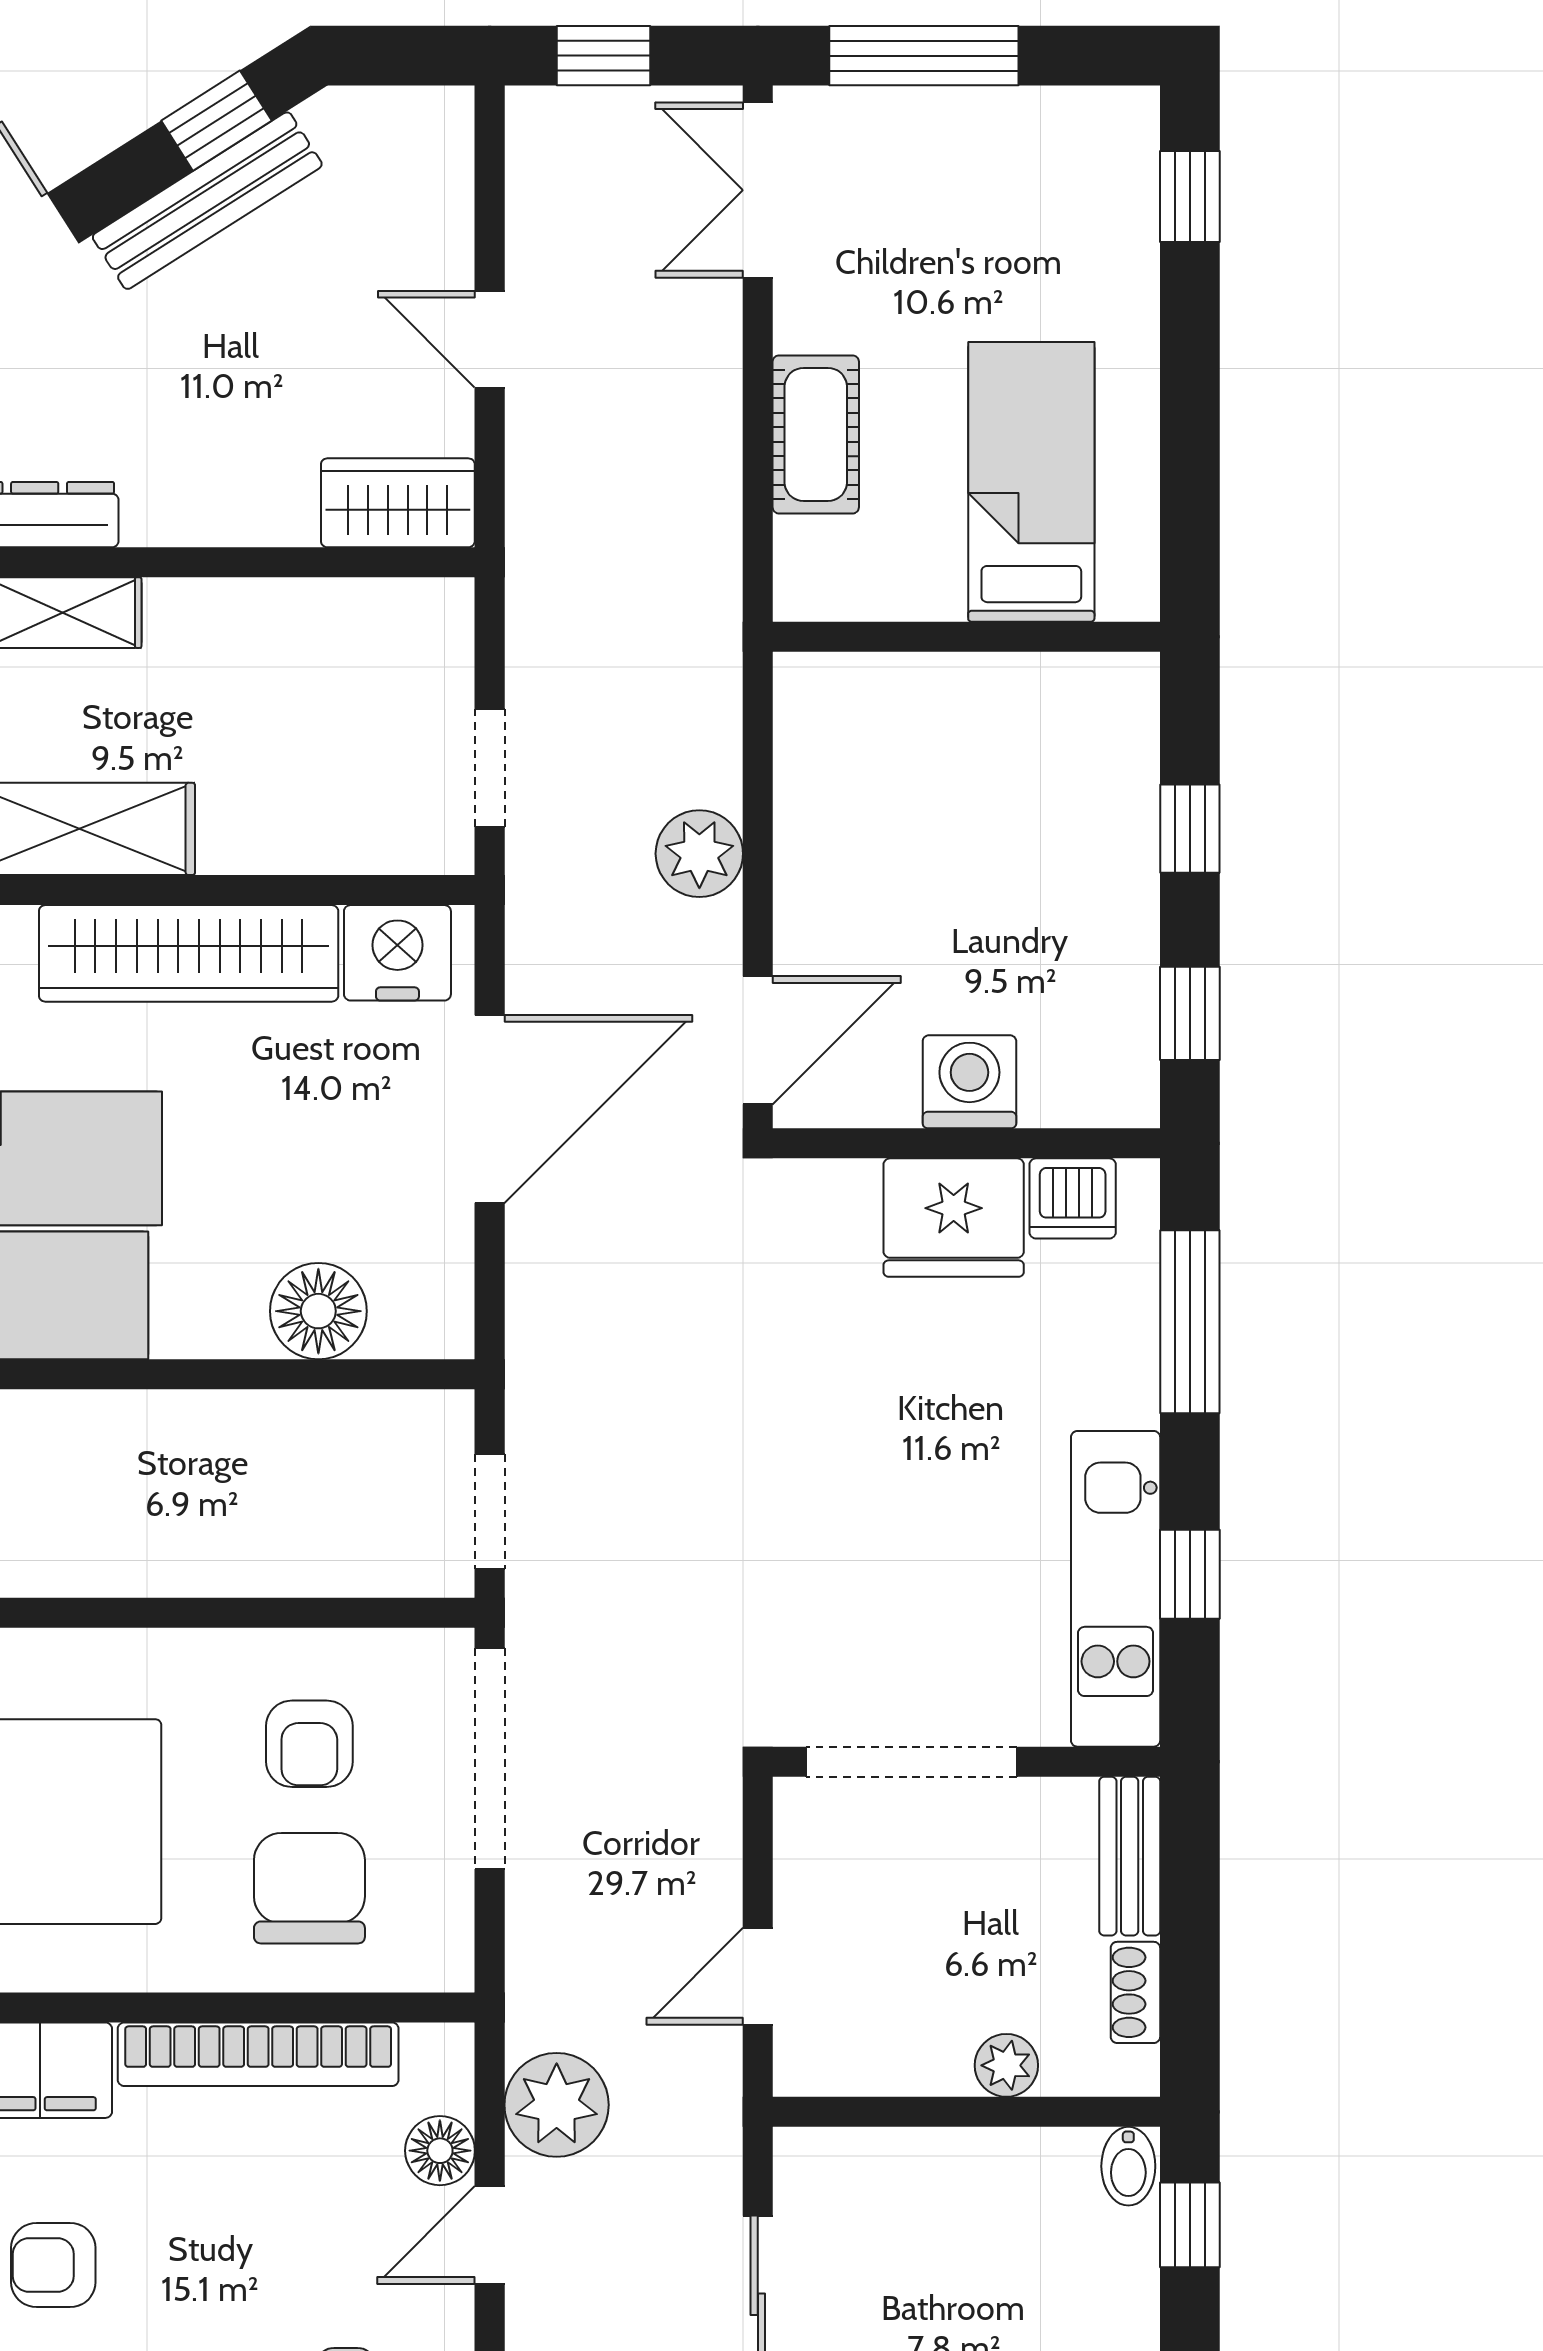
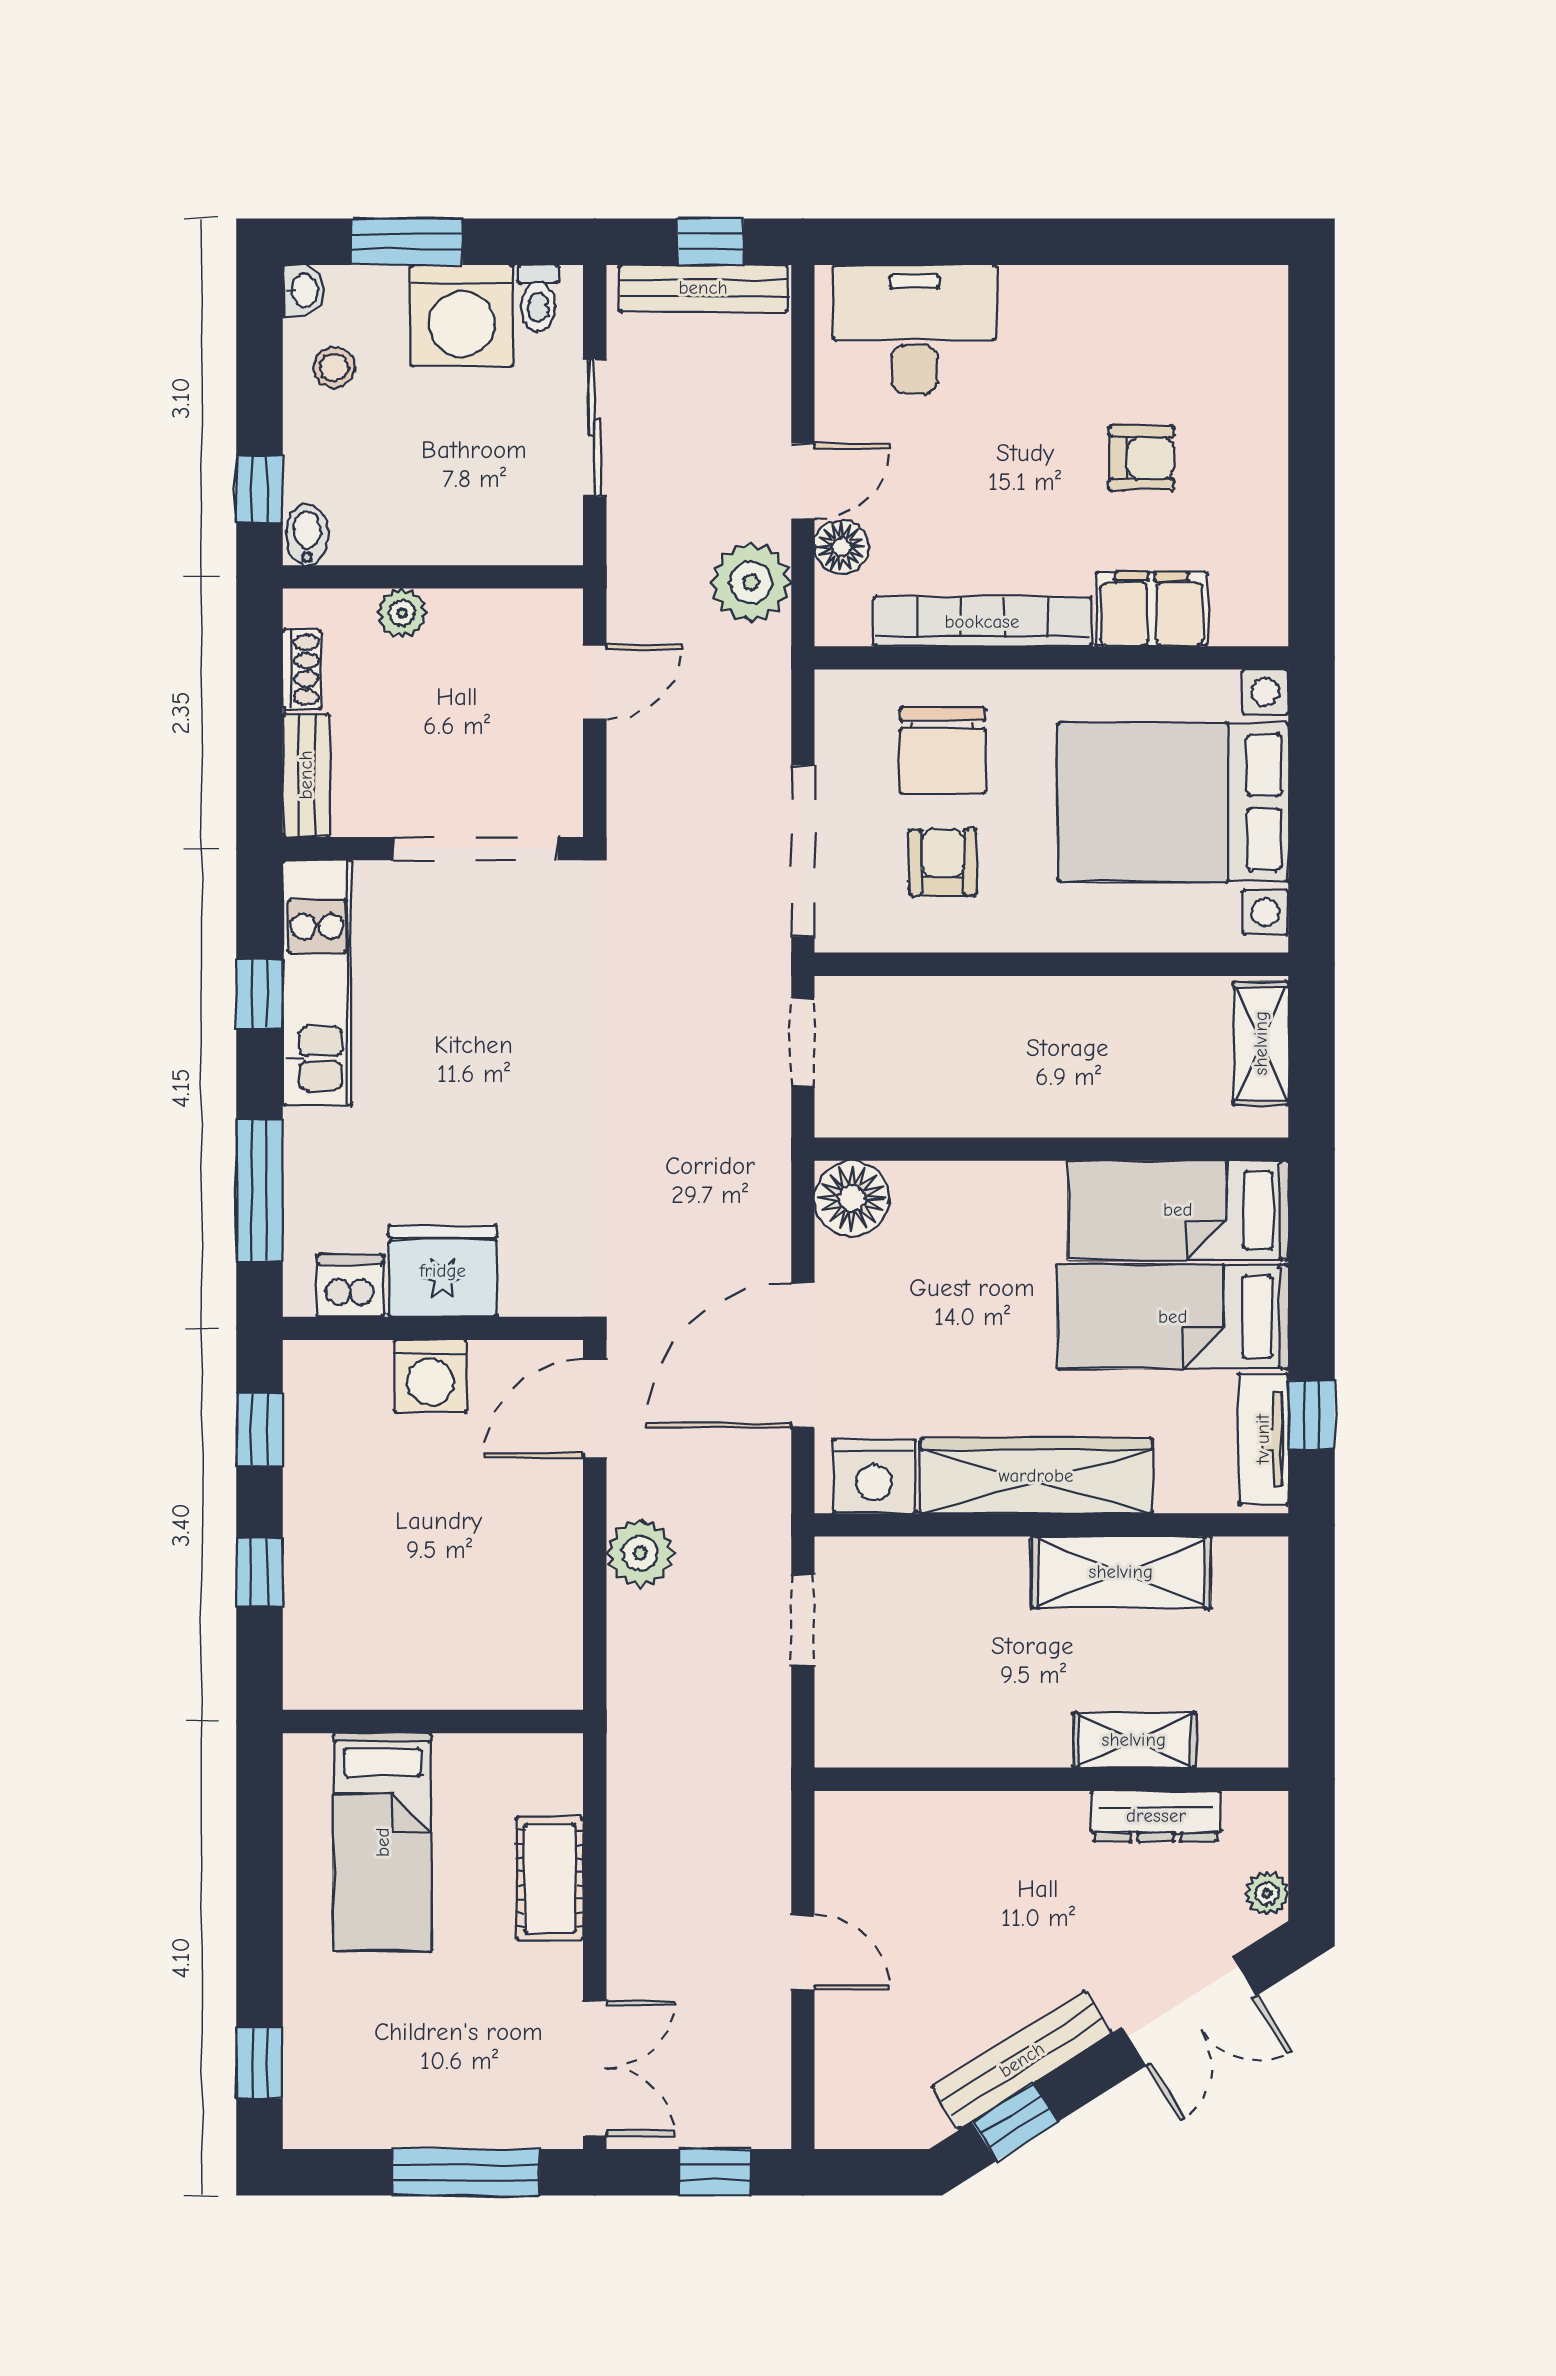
wardrobe: (398, 503) -> (874, 1825), removed
floor lamp: (318, 1311) -> (852, 1198), moved

